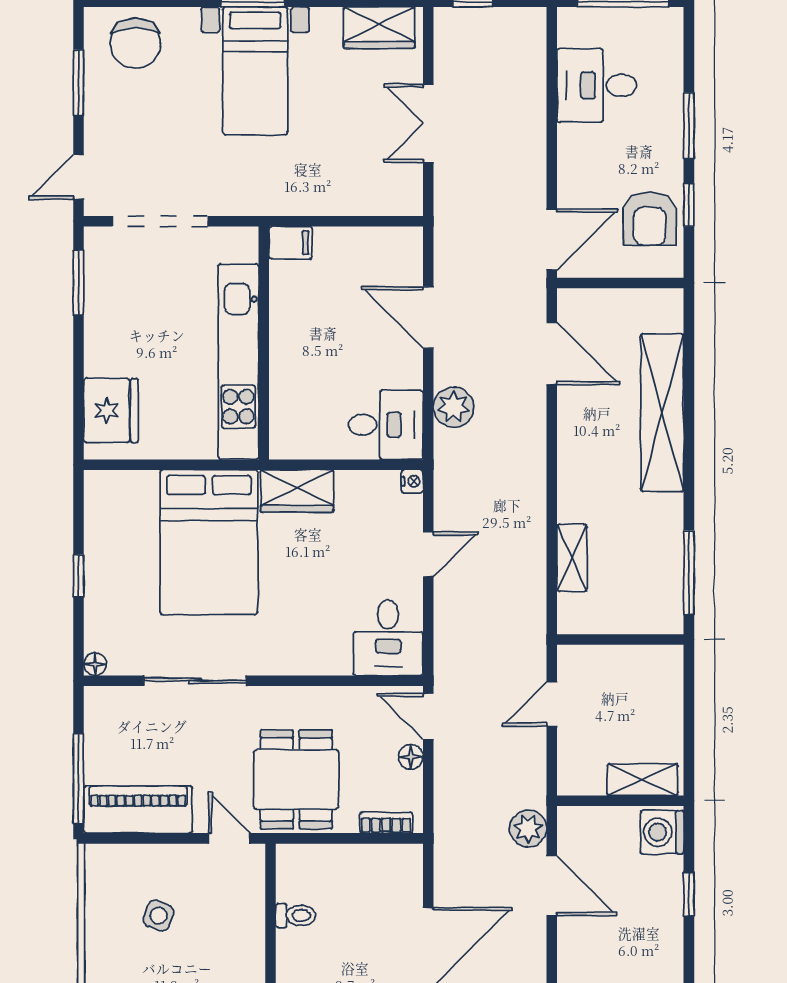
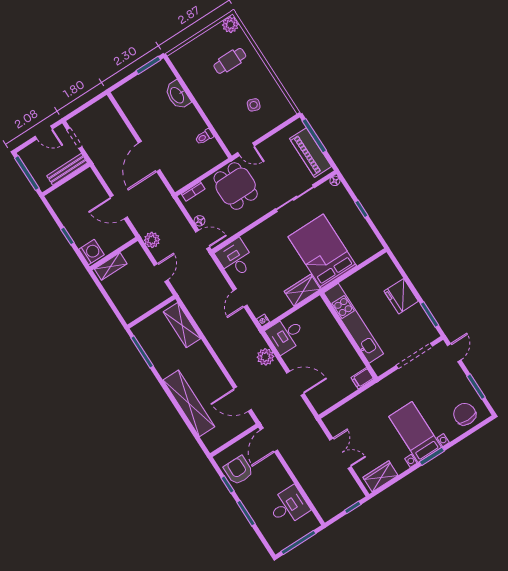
fridge: (111, 410) -> (401, 296), moved
shelving: (572, 558) -> (182, 325), width x1.50, depth x1.33
piano: (138, 810) -> (310, 153), moved, turned 90
plant: (528, 829) -> (152, 240), moved

